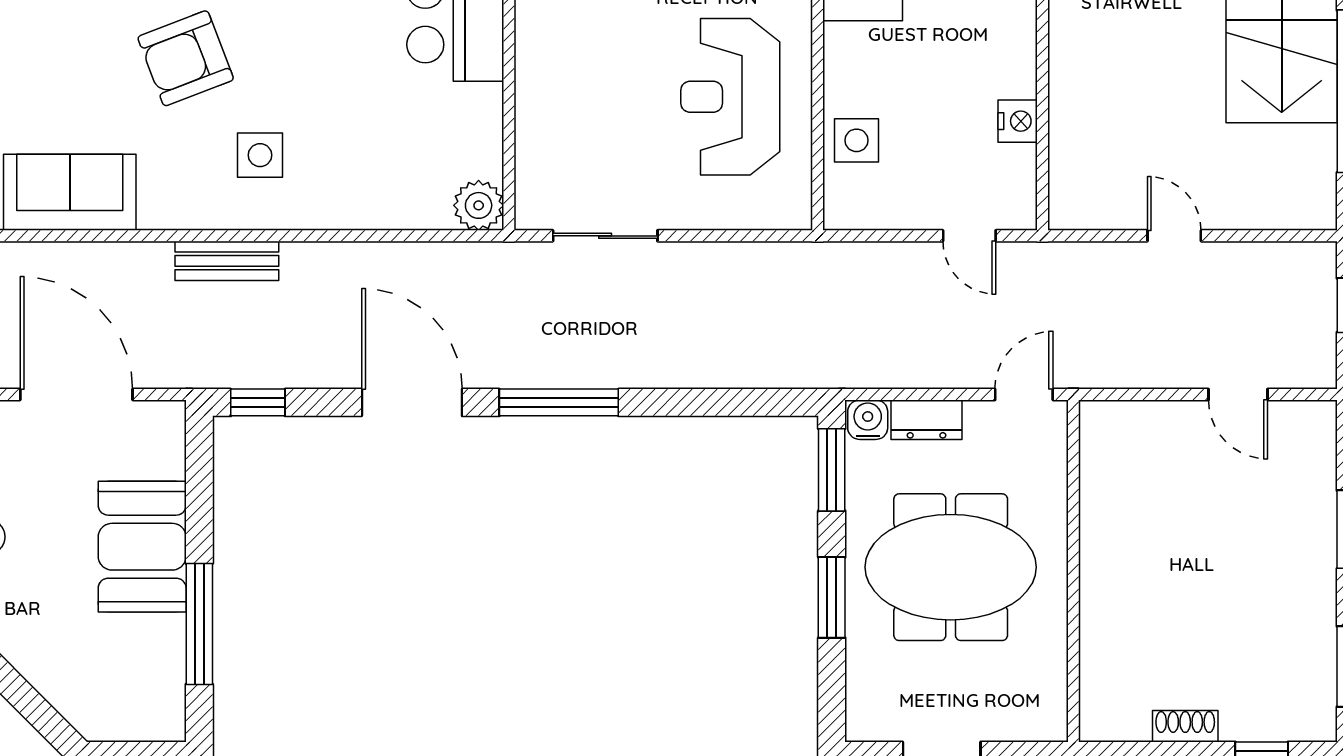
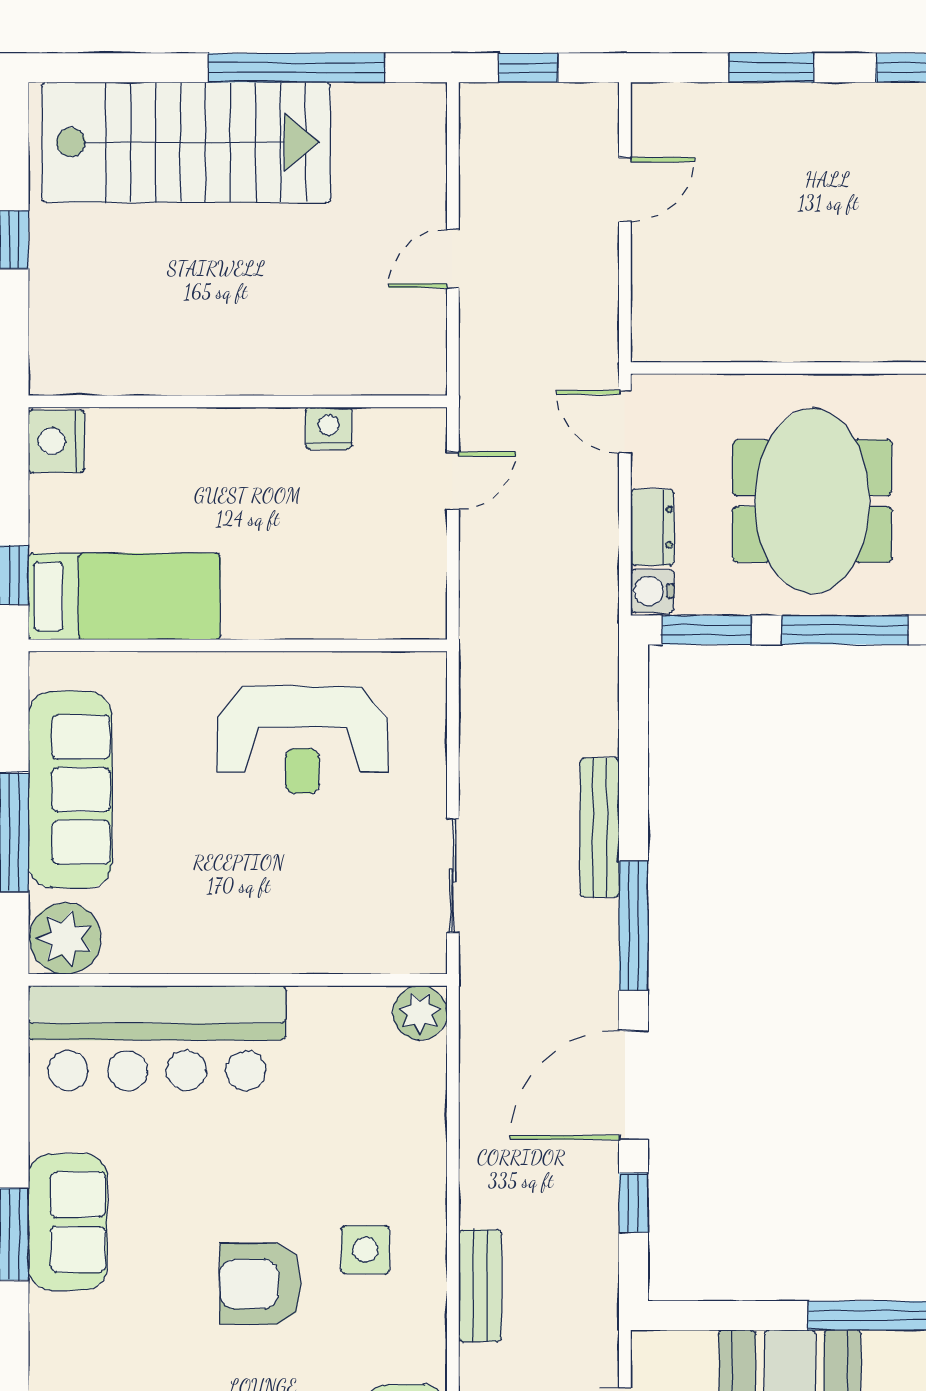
armchair: (186, 58) -> (261, 1284), moved, turned 111
side table: (857, 140) -> (349, 603), removed
bench: (650, 371) -> (600, 827), added
window: (258, 402) -> (634, 1203), moved
window: (832, 597) -> (845, 630), width x1.44

